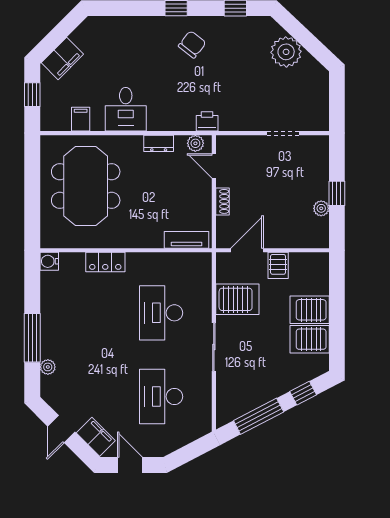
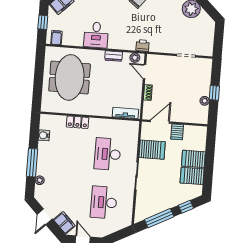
filing cabinet: (81, 119) -> (56, 38), moved
water cooler: (49, 261) -> (44, 135), moved

